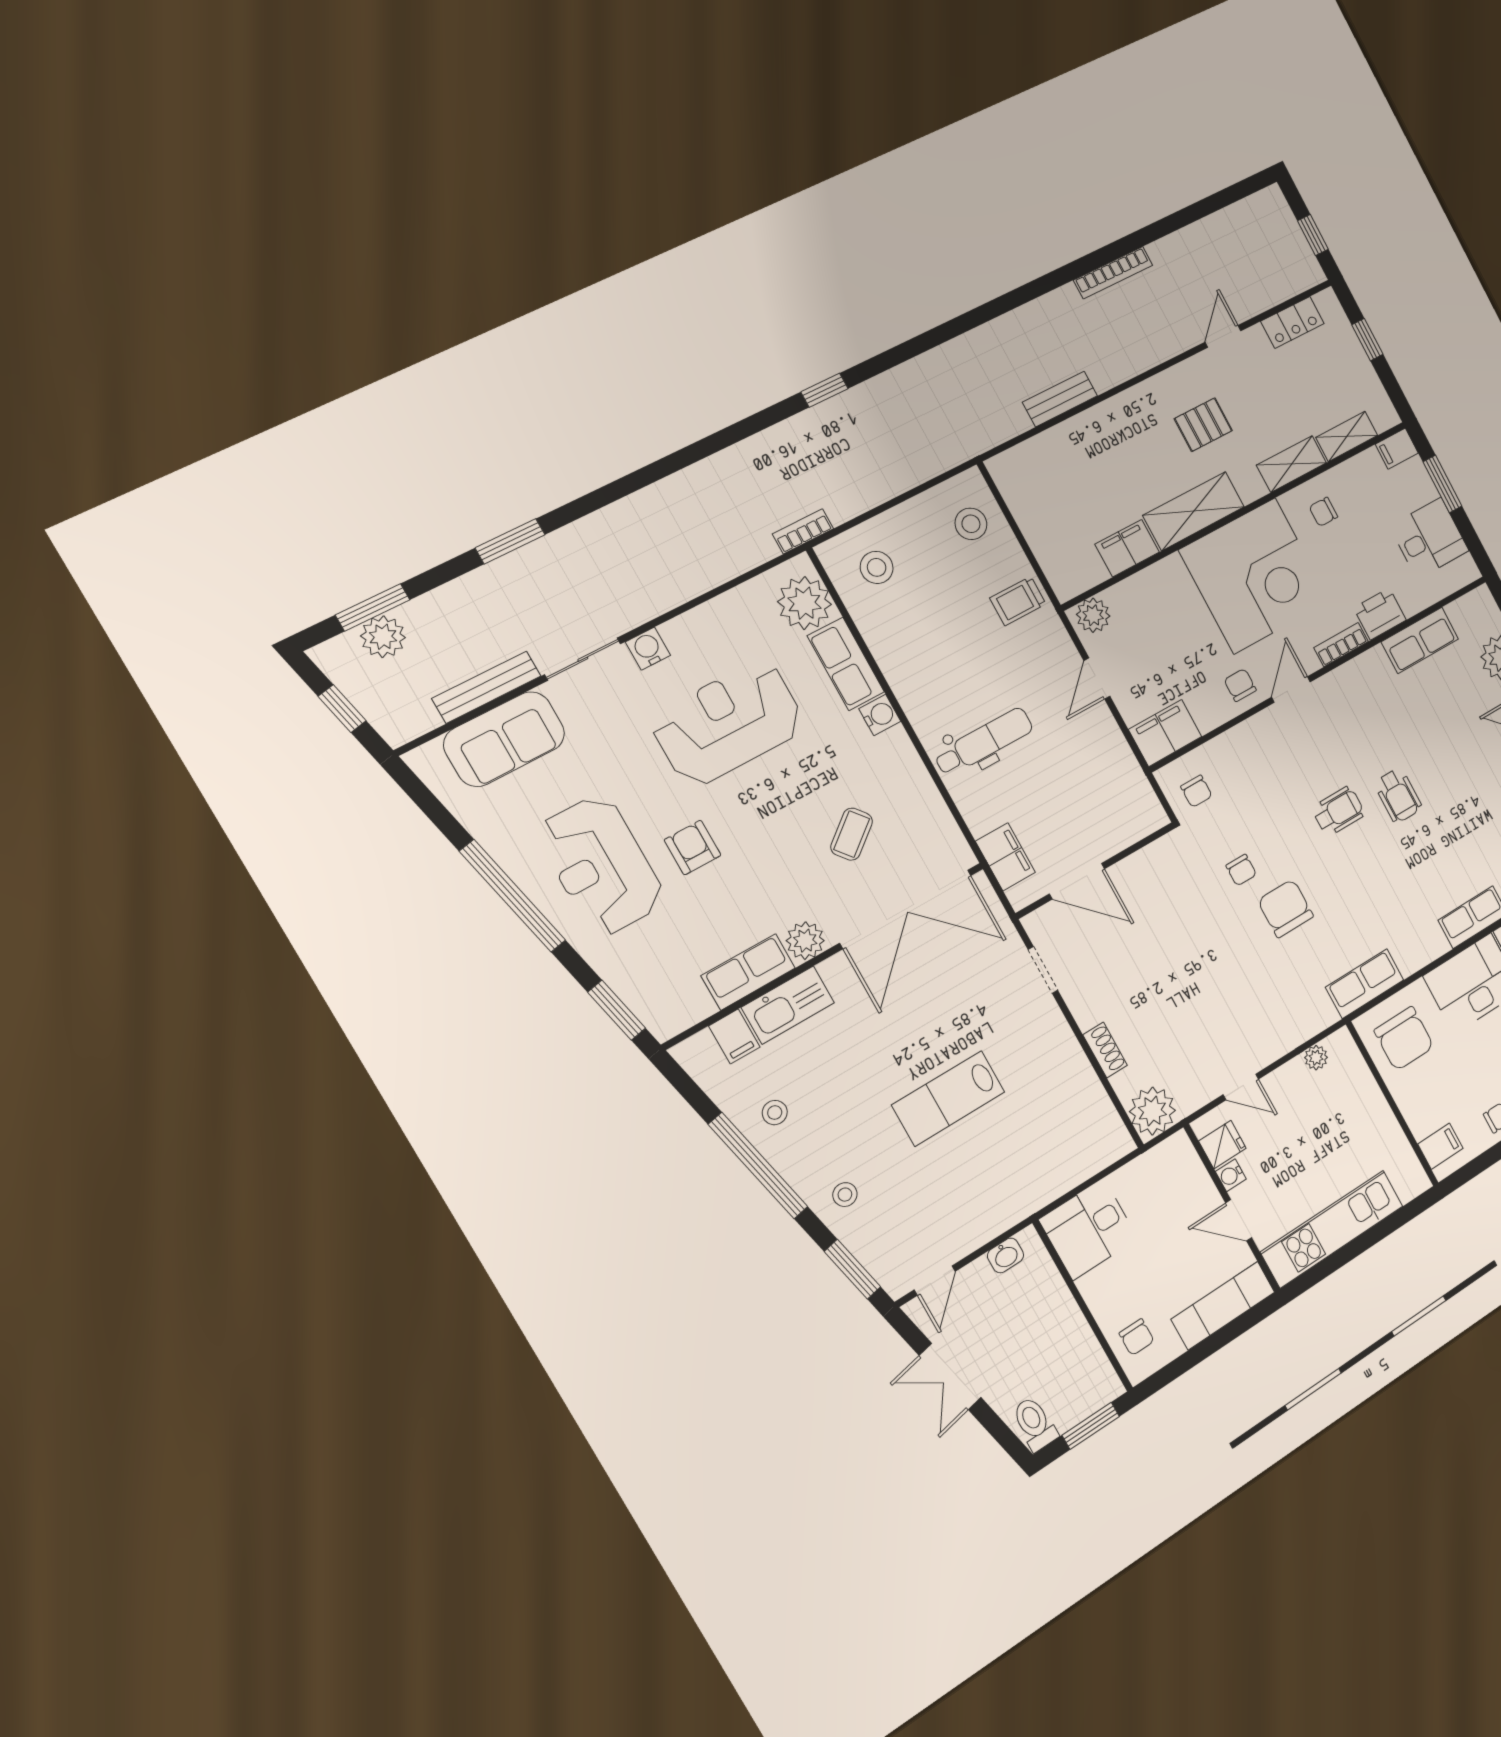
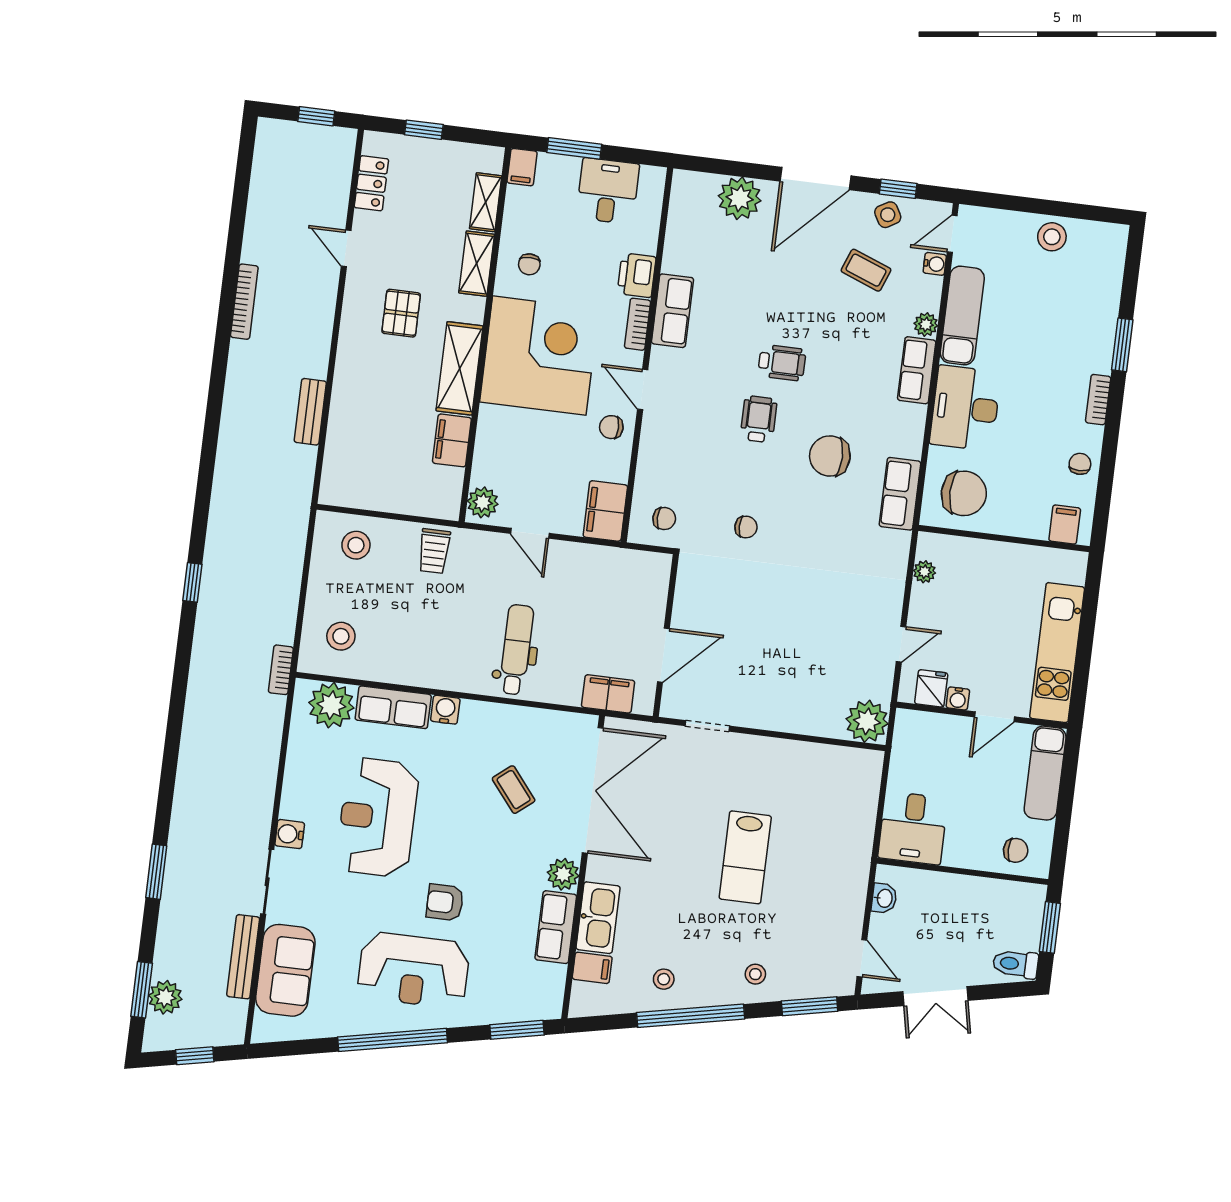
row of seats: (1420, 640) -> (672, 311), moved
chair: (1286, 908) -> (830, 456), moved
shoe rack: (1105, 1050) -> (797, 723), removed

